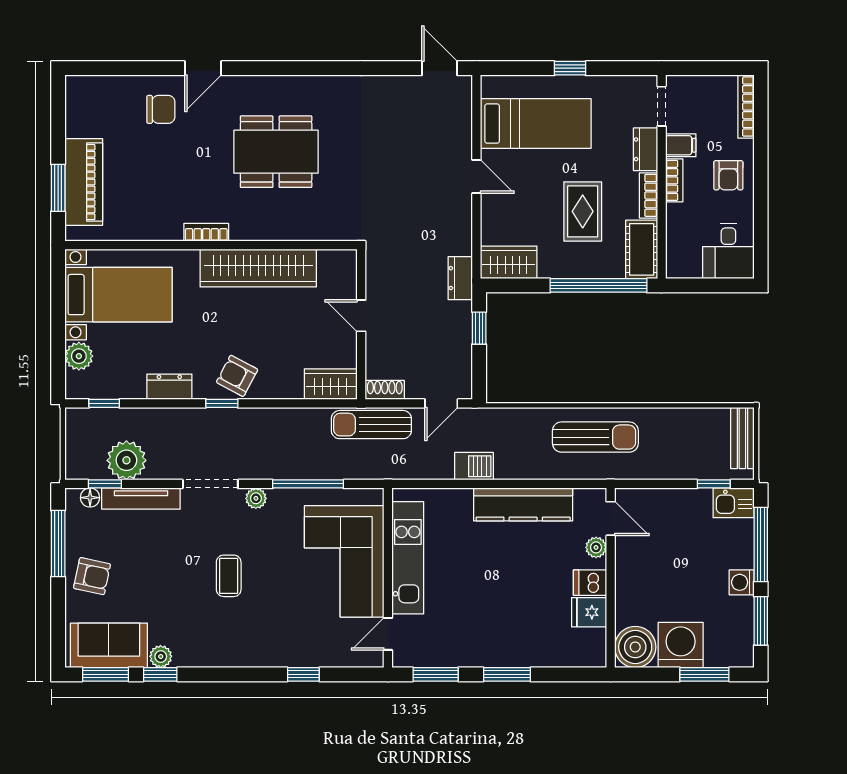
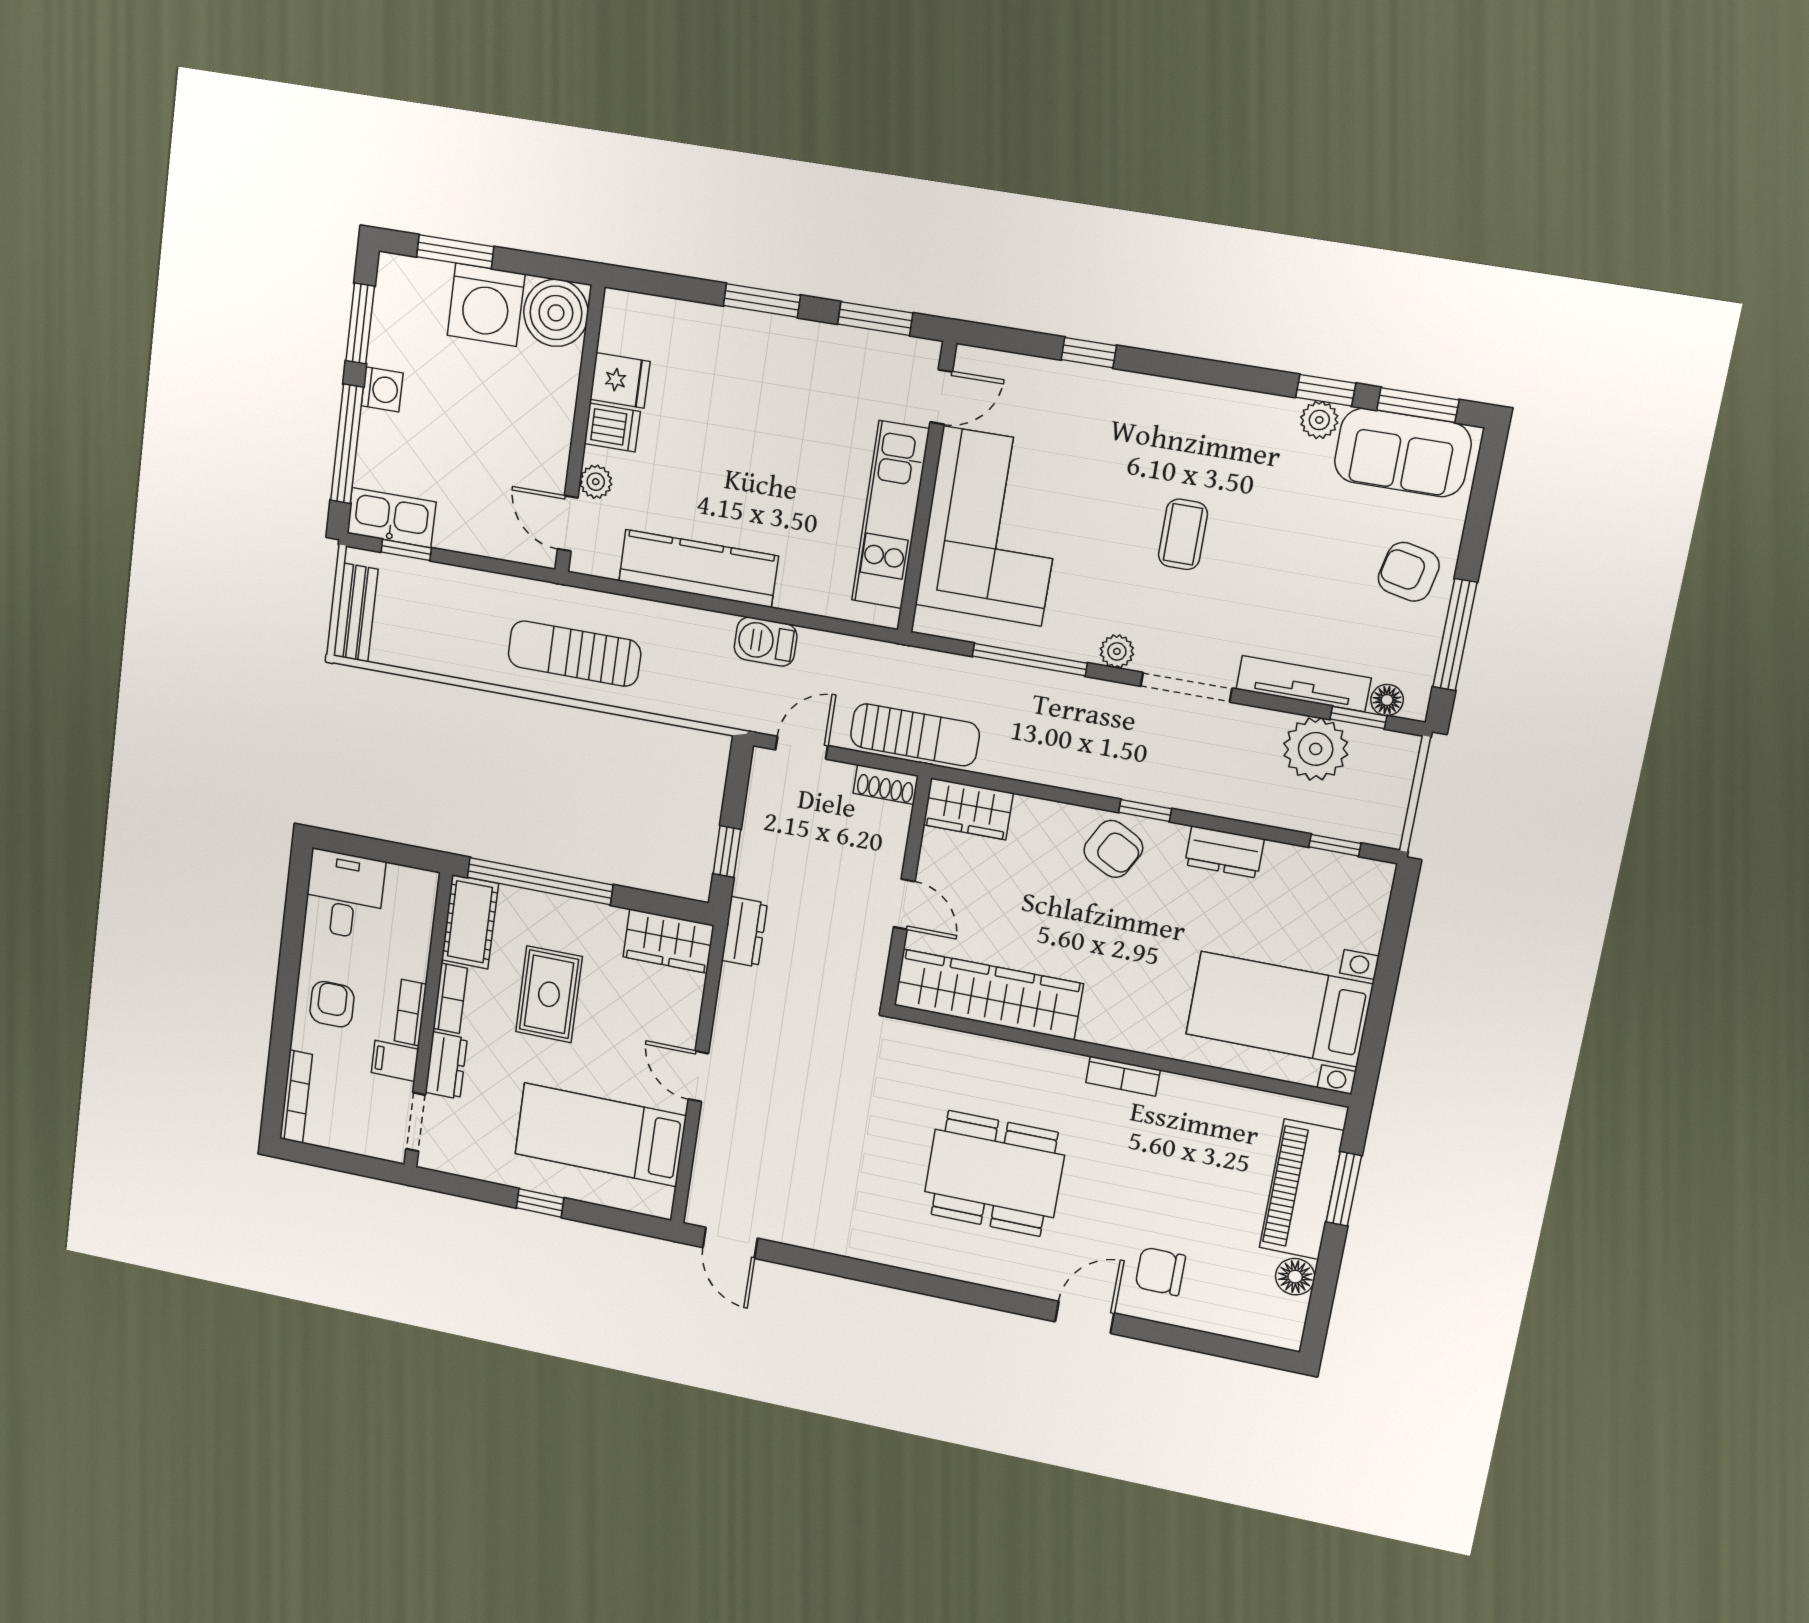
floor lamp: (77, 124) -> (1295, 1277), added
wardrobe: (258, 268) -> (988, 994), moved
plant: (79, 356) -> (1361, 927), removed
kitchen sink: (734, 503) -> (391, 518), width x1.38

